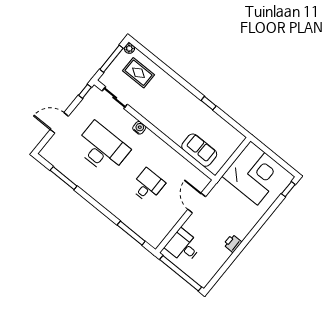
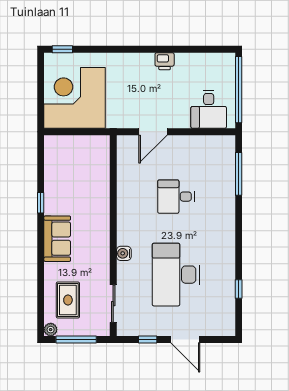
window: (85, 91) -> (148, 339), moved
sofa: (199, 150) -> (57, 239), moved, turned 180
window: (64, 178) -> (239, 289), width x0.46

